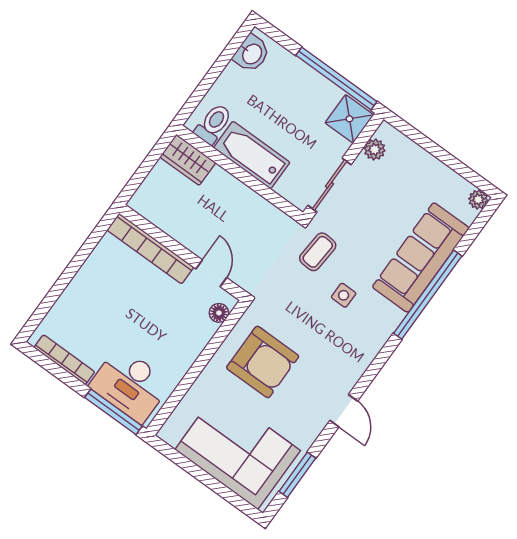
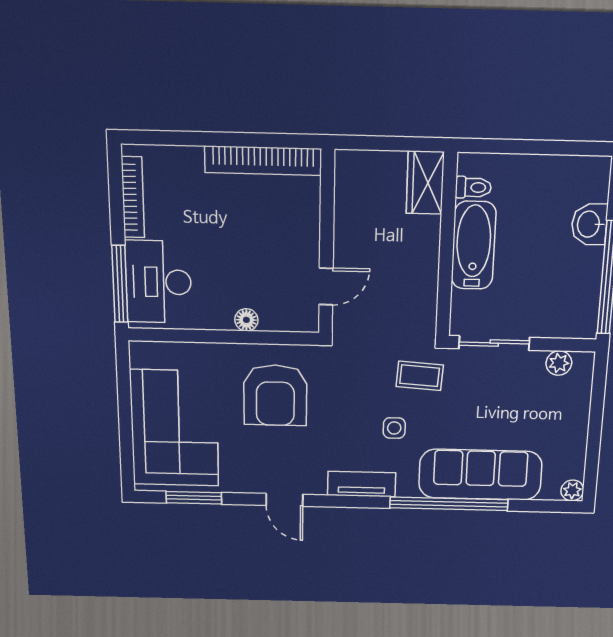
washbasin: (252, 54) -> (589, 224), moved, turned 90
shower: (349, 119) -> (574, 318), removed
toilet: (213, 124) -> (473, 187), width x0.73, depth x0.72
bookcase: (150, 249) -> (263, 161), moved, turned -90
floor lamp: (219, 313) -> (246, 320), moved
tv unit: (370, 347) -> (362, 484), added
door: (344, 411) -> (284, 500), hinge flipped

